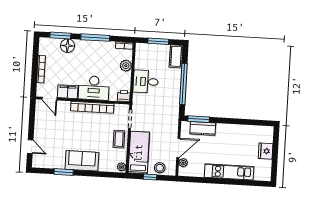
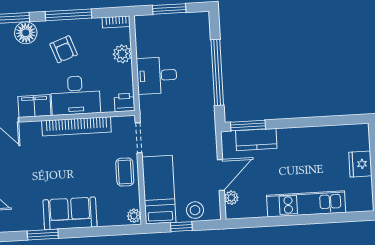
cot: (176, 56) -> (200, 30), removed
armchair: (90, 59) -> (64, 49), added

